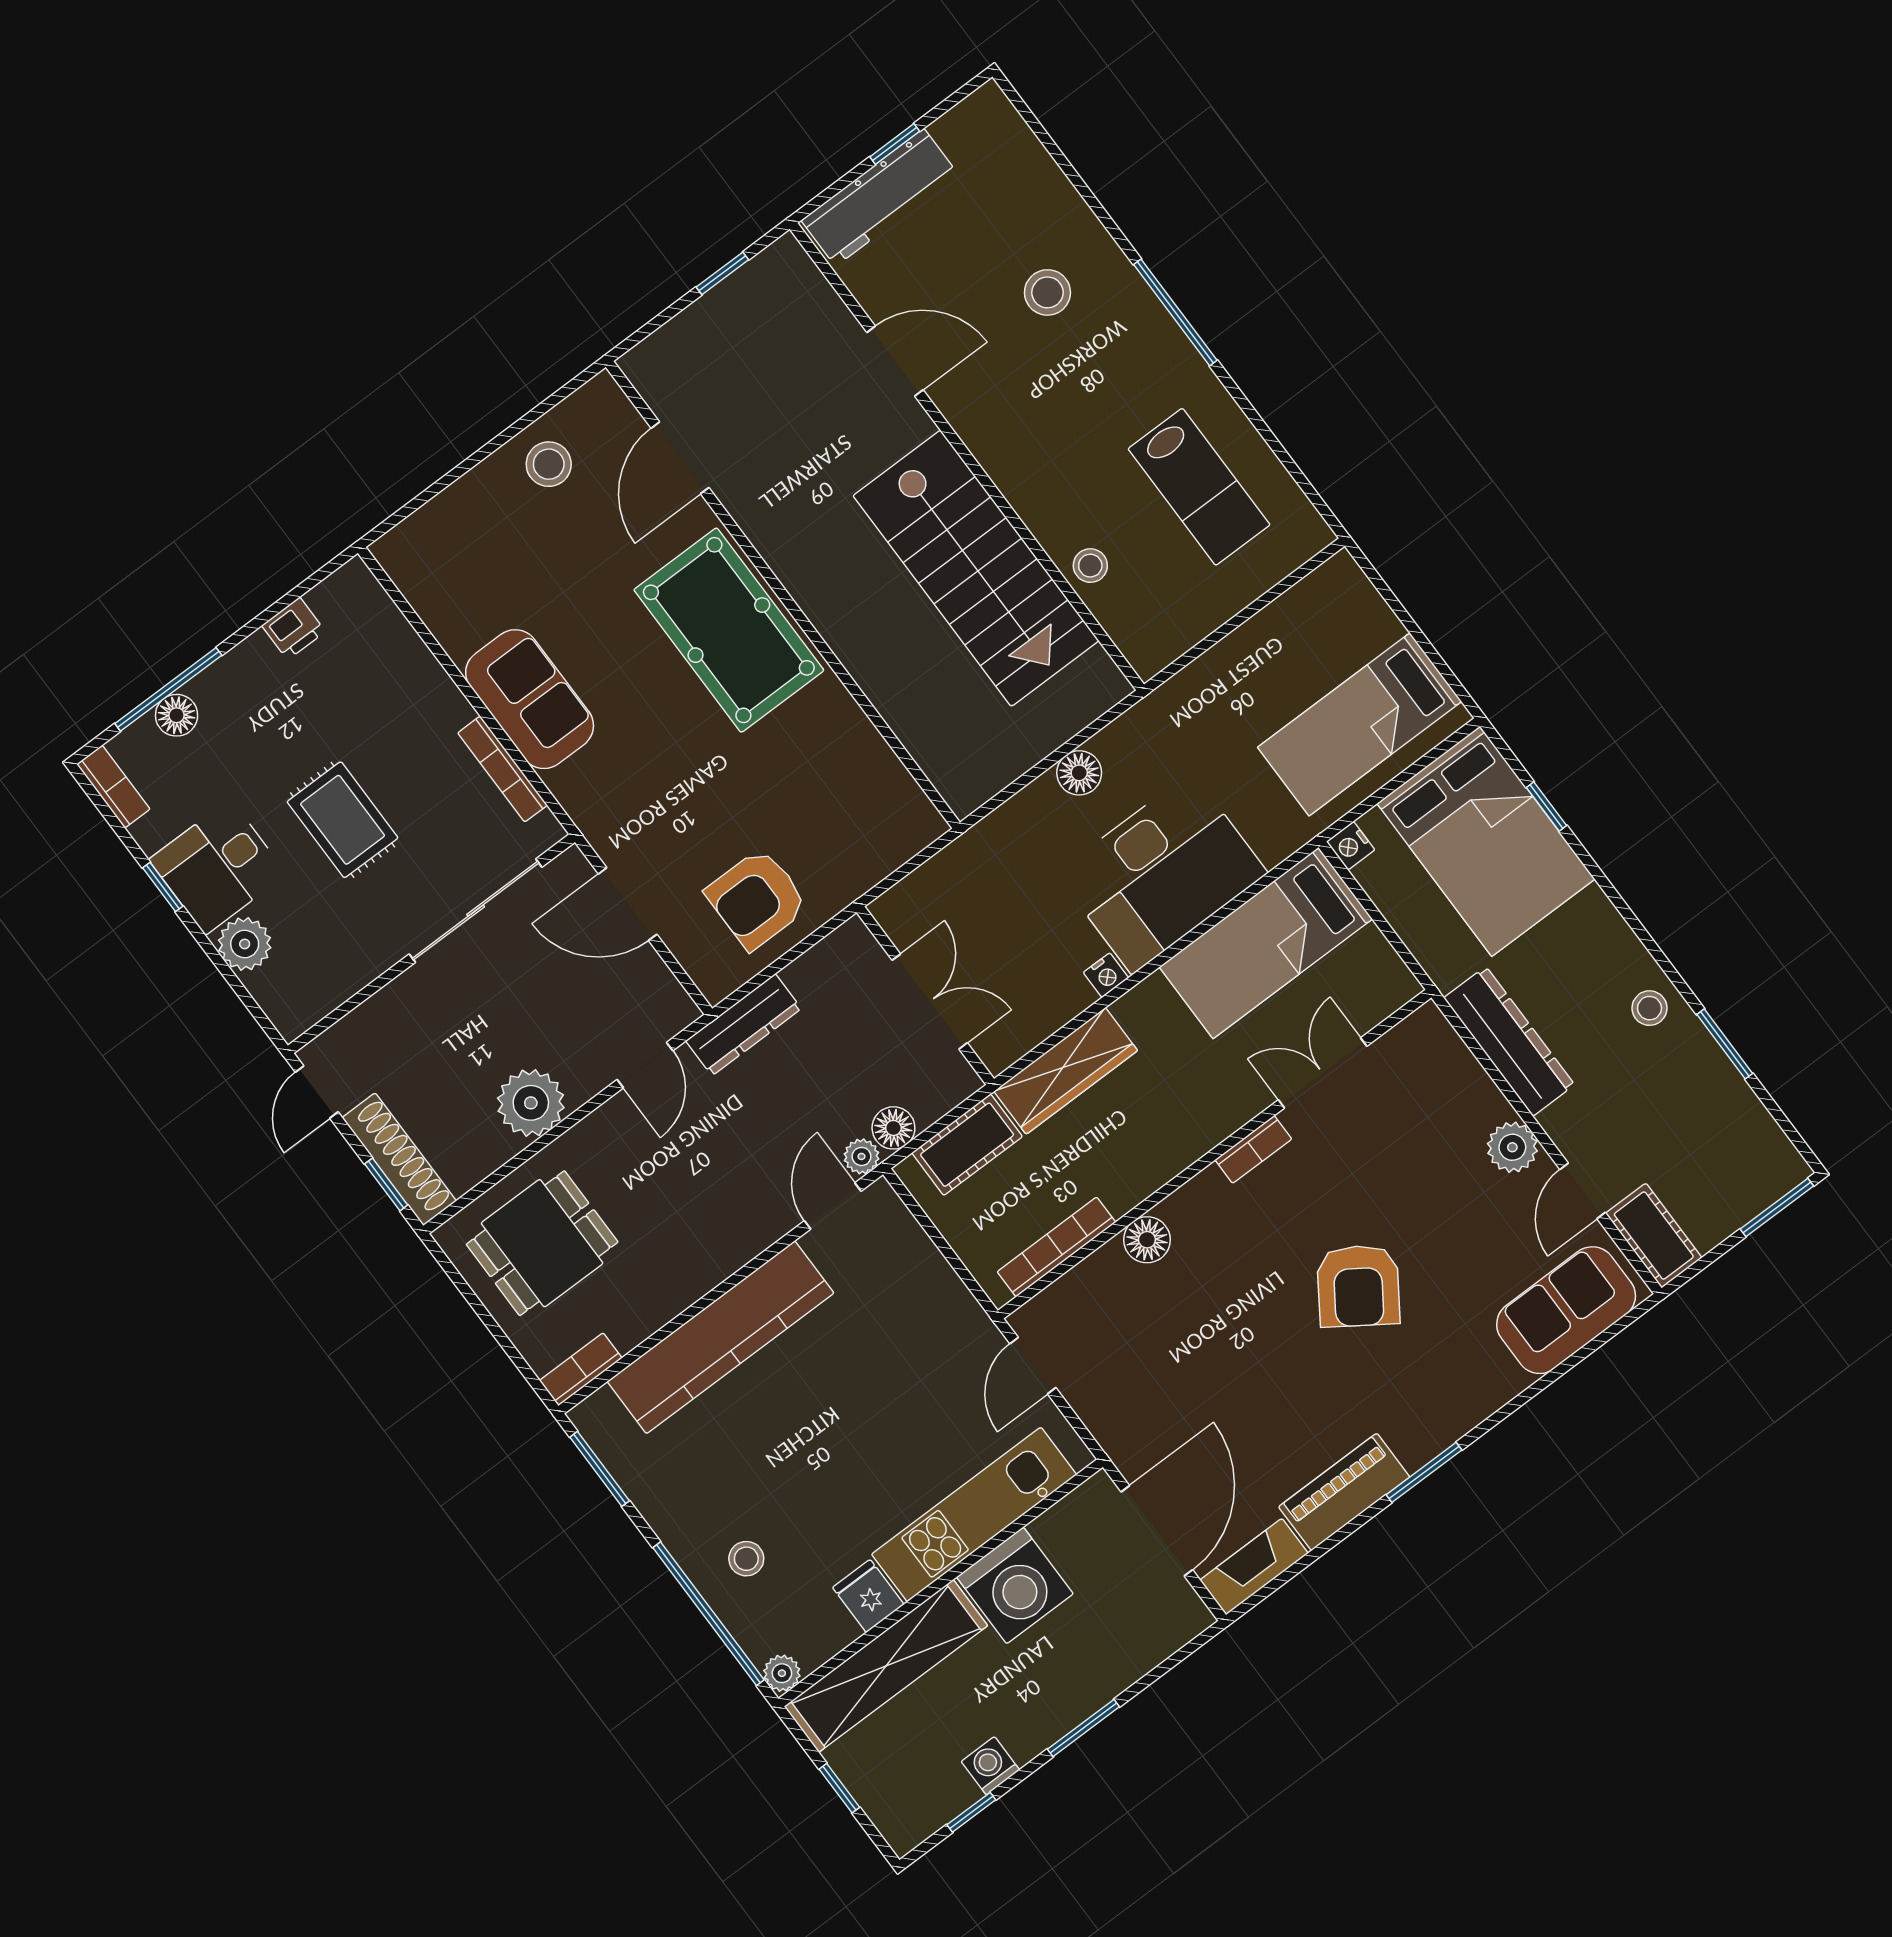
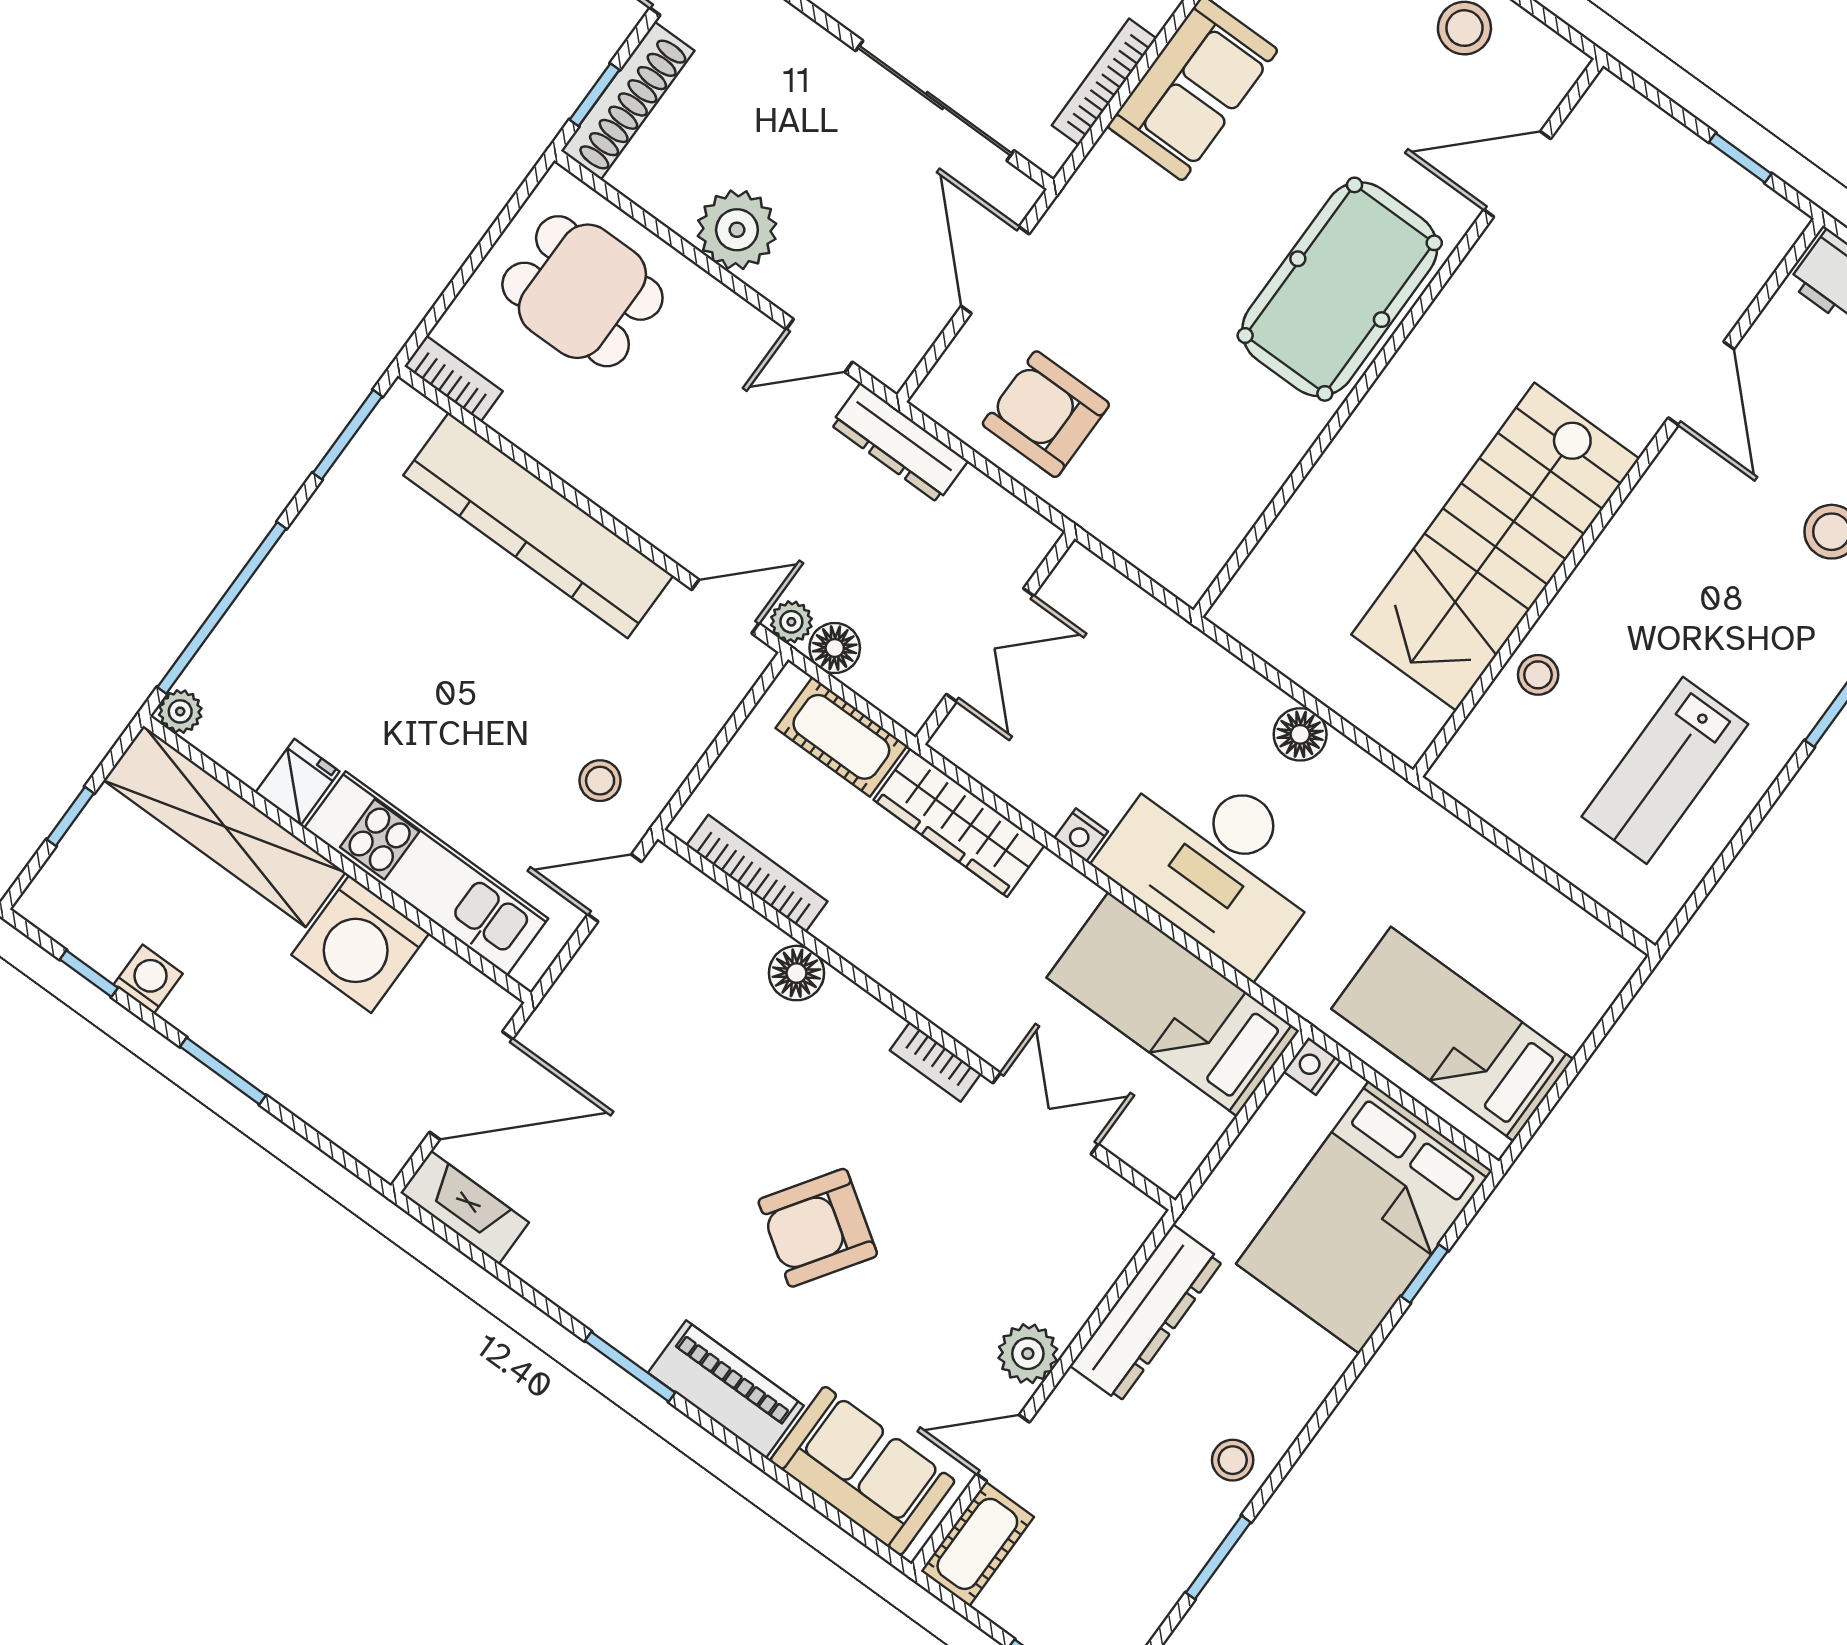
piano: (1344, 1492) -> (726, 1389), moved
stool: (746, 1559) -> (600, 781), moved

